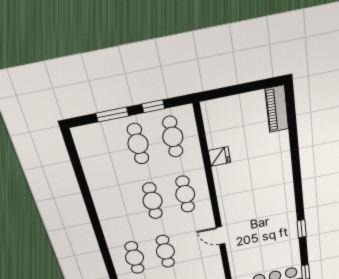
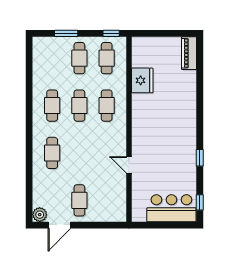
window: (153, 106) -> (111, 33), moved
fridge: (219, 156) -> (142, 80), width x1.88, depth x1.34
door: (221, 236) -> (129, 165), moved
cafe table: (165, 251) -> (52, 106), moved

